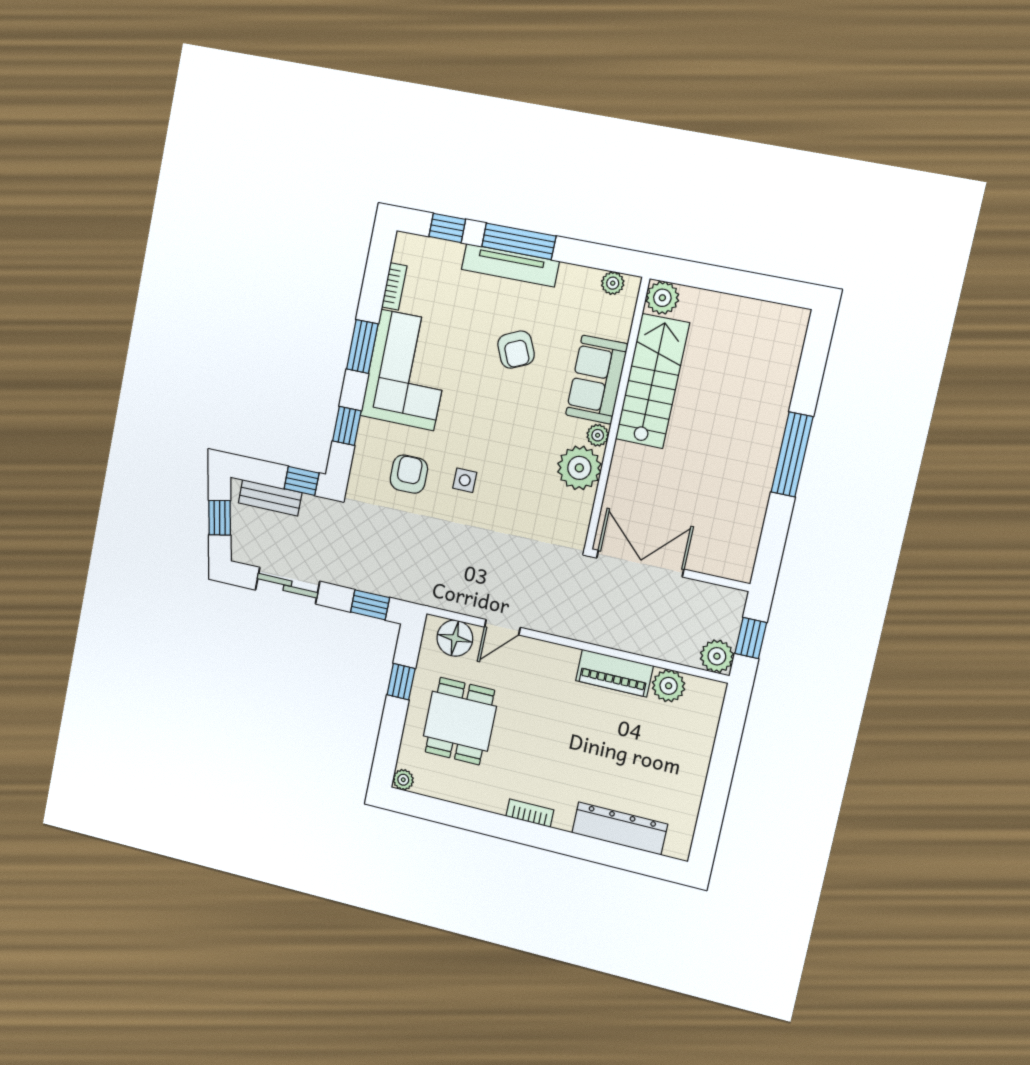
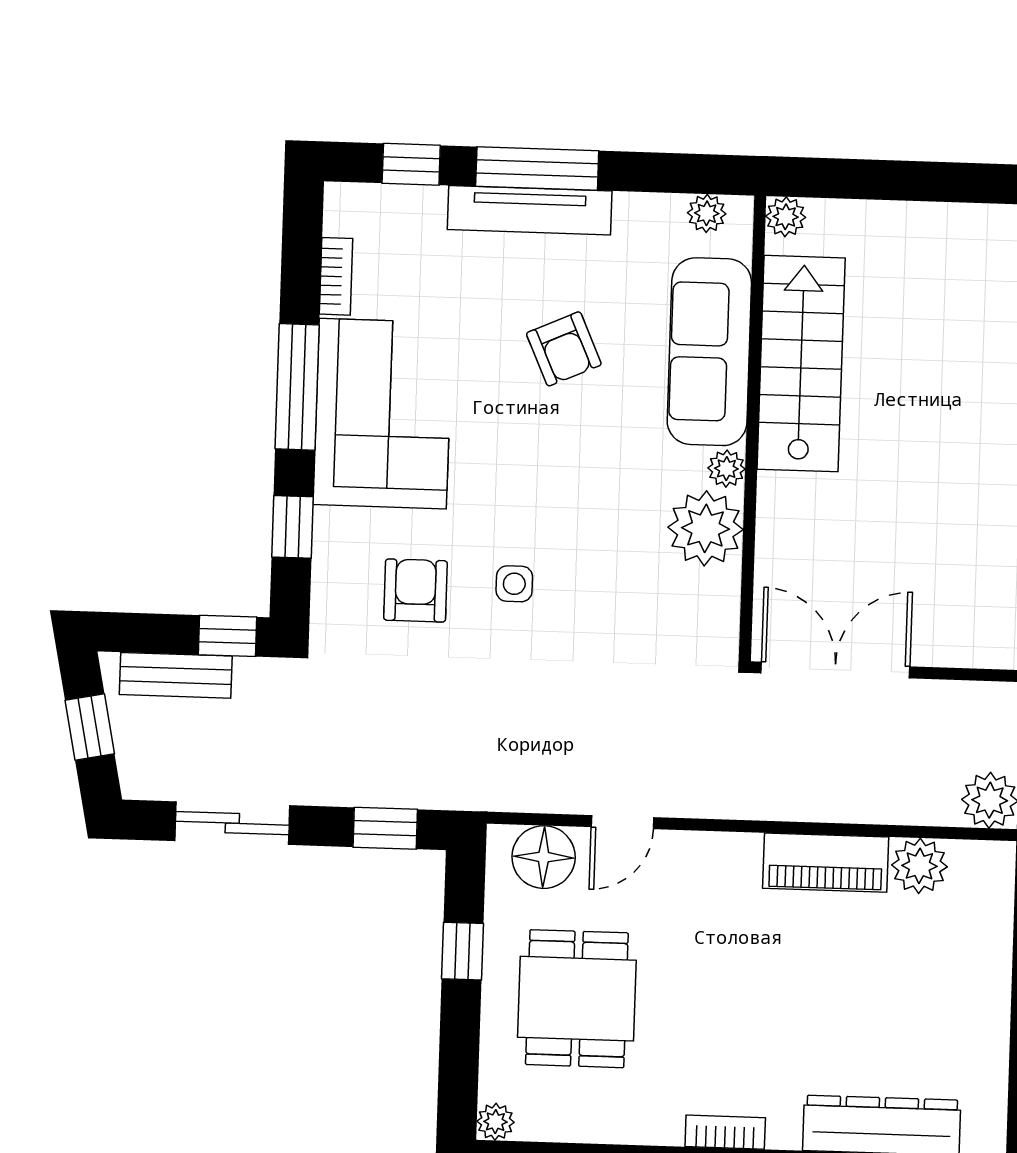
plant: (662, 298) -> (786, 217), width x0.73, depth x0.73
window: (362, 347) -> (297, 387), width x1.44
sofa: (597, 380) -> (709, 352), width x1.36

